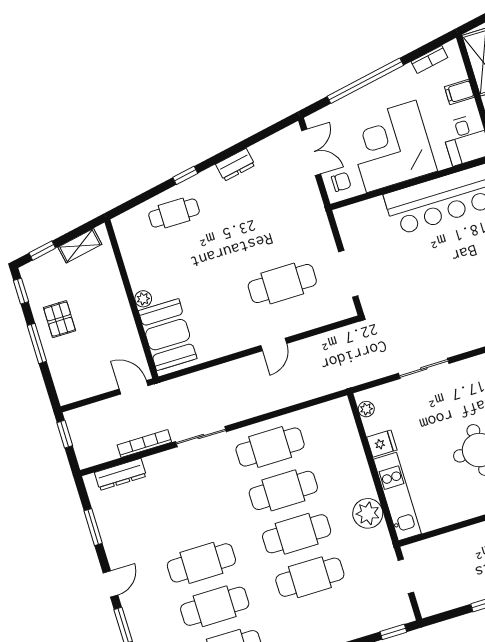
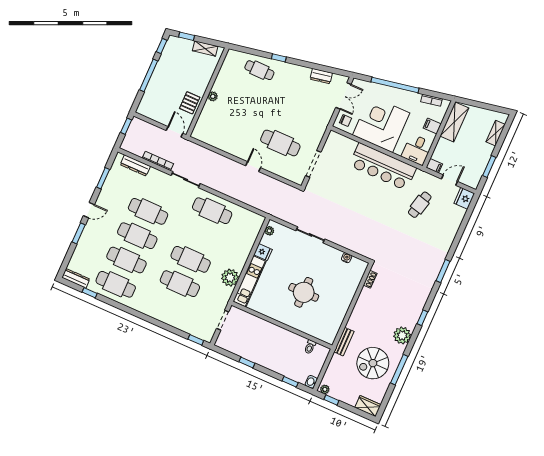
dresser: (235, 165) -> (321, 76), moved
pallet: (60, 319) -> (190, 103), moved
booth: (168, 335) -> (210, 122), removed
window: (37, 343) -> (149, 75), width x1.44
door: (274, 344) -> (253, 167), swing flipped
cafe table: (283, 490) -> (148, 211), moved

